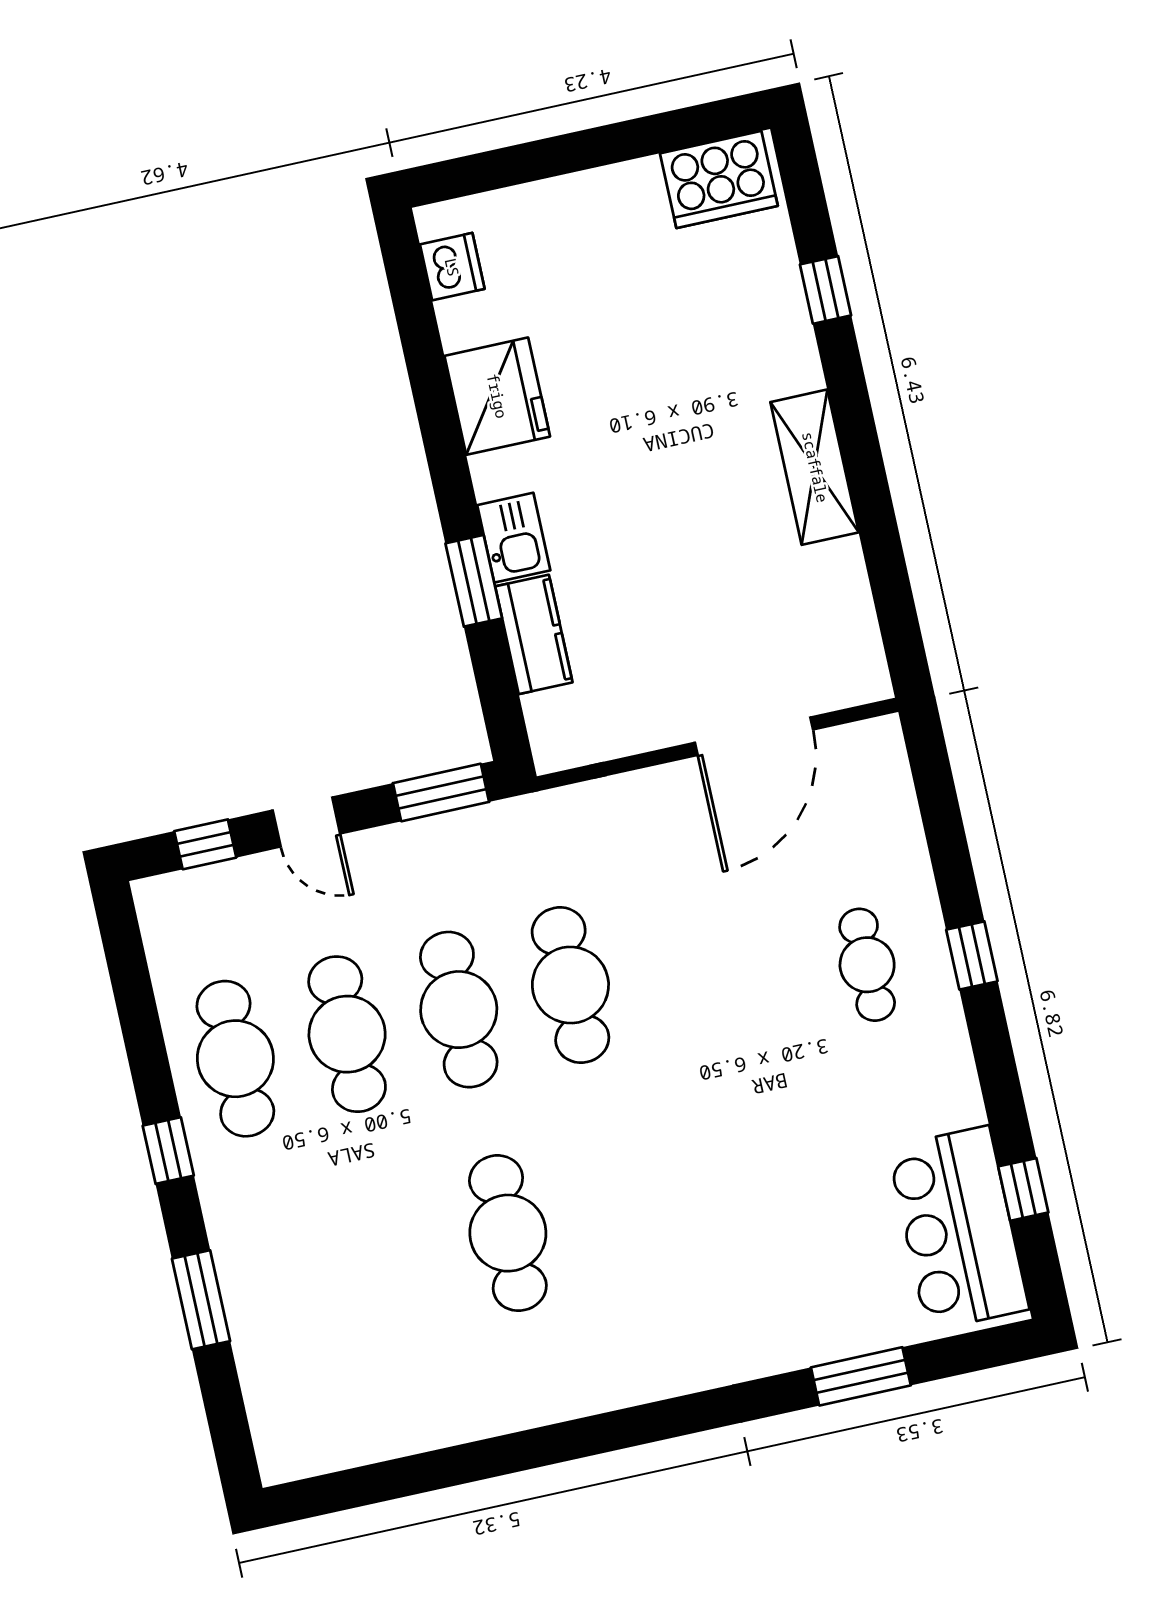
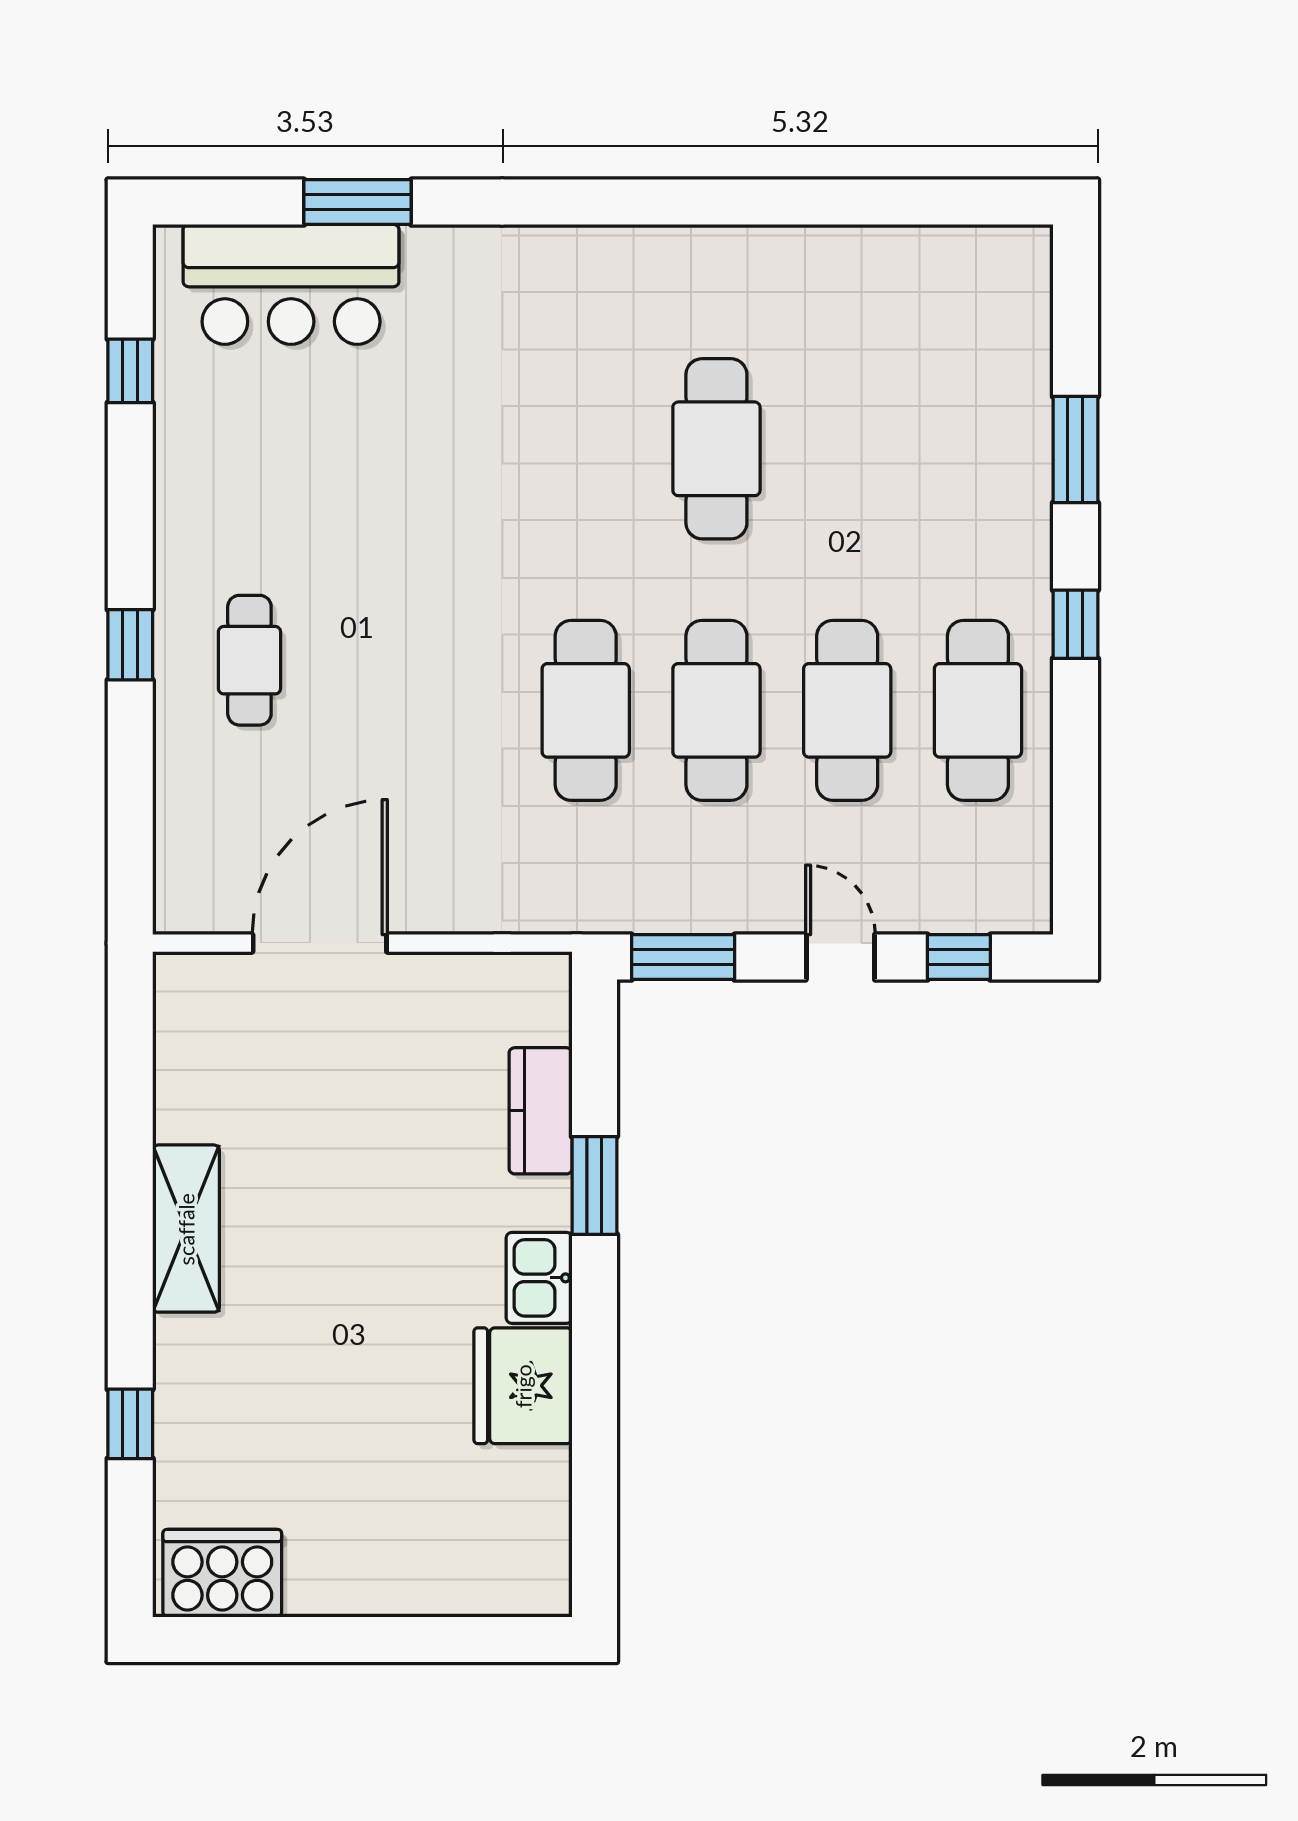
dishwasher: (452, 267) -> (541, 1542), removed
kitchen sink: (514, 538) -> (539, 1278), moved
bar counter: (958, 1228) -> (291, 284), moved, turned 90

